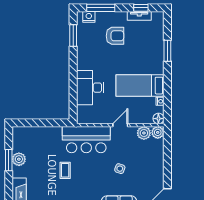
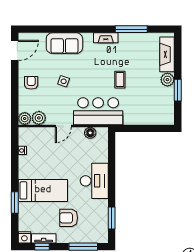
nightstand: (89, 17) -> (24, 237), moved
bed: (140, 86) -> (43, 190), moved
desk: (90, 88) -> (94, 181), moved
floor lamp: (158, 119) -> (90, 133), moved
plant: (19, 159) -> (167, 80), moved
armchair: (151, 167) -> (31, 83), added

